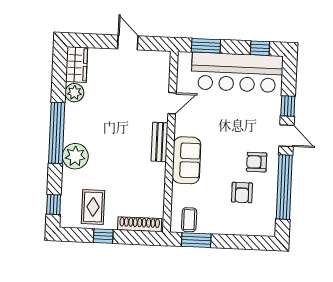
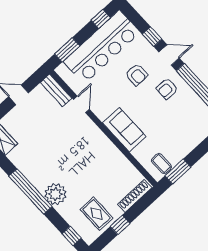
plant: (74, 93) -> (17, 157), removed
bench: (160, 142) -> (56, 90), moved
armchair: (242, 193) -> (137, 75), moved

